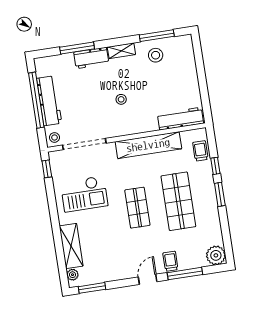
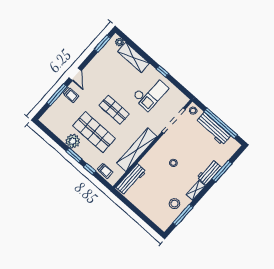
window: (47, 169) -> (163, 71), moved
checkout: (84, 194) -> (150, 93), turned 180
plant: (216, 255) -> (73, 141), moved

